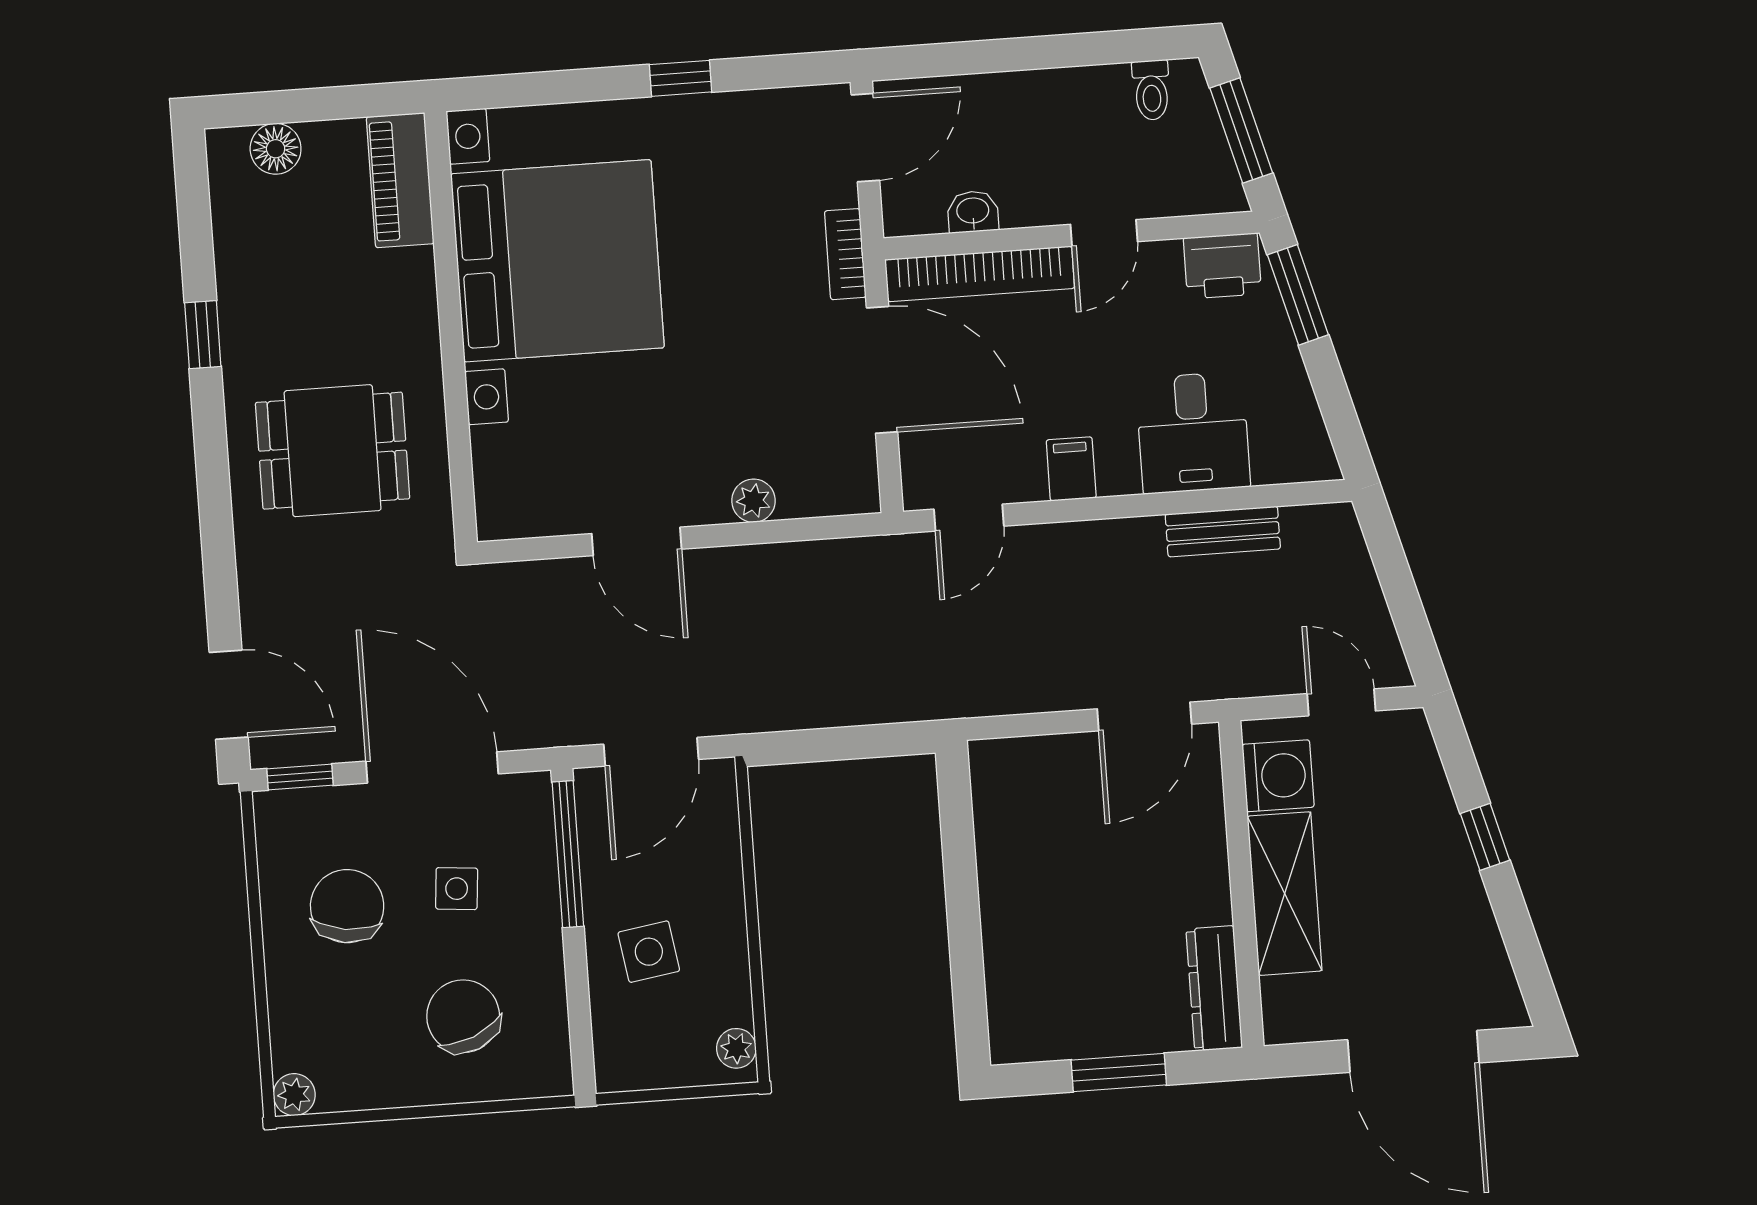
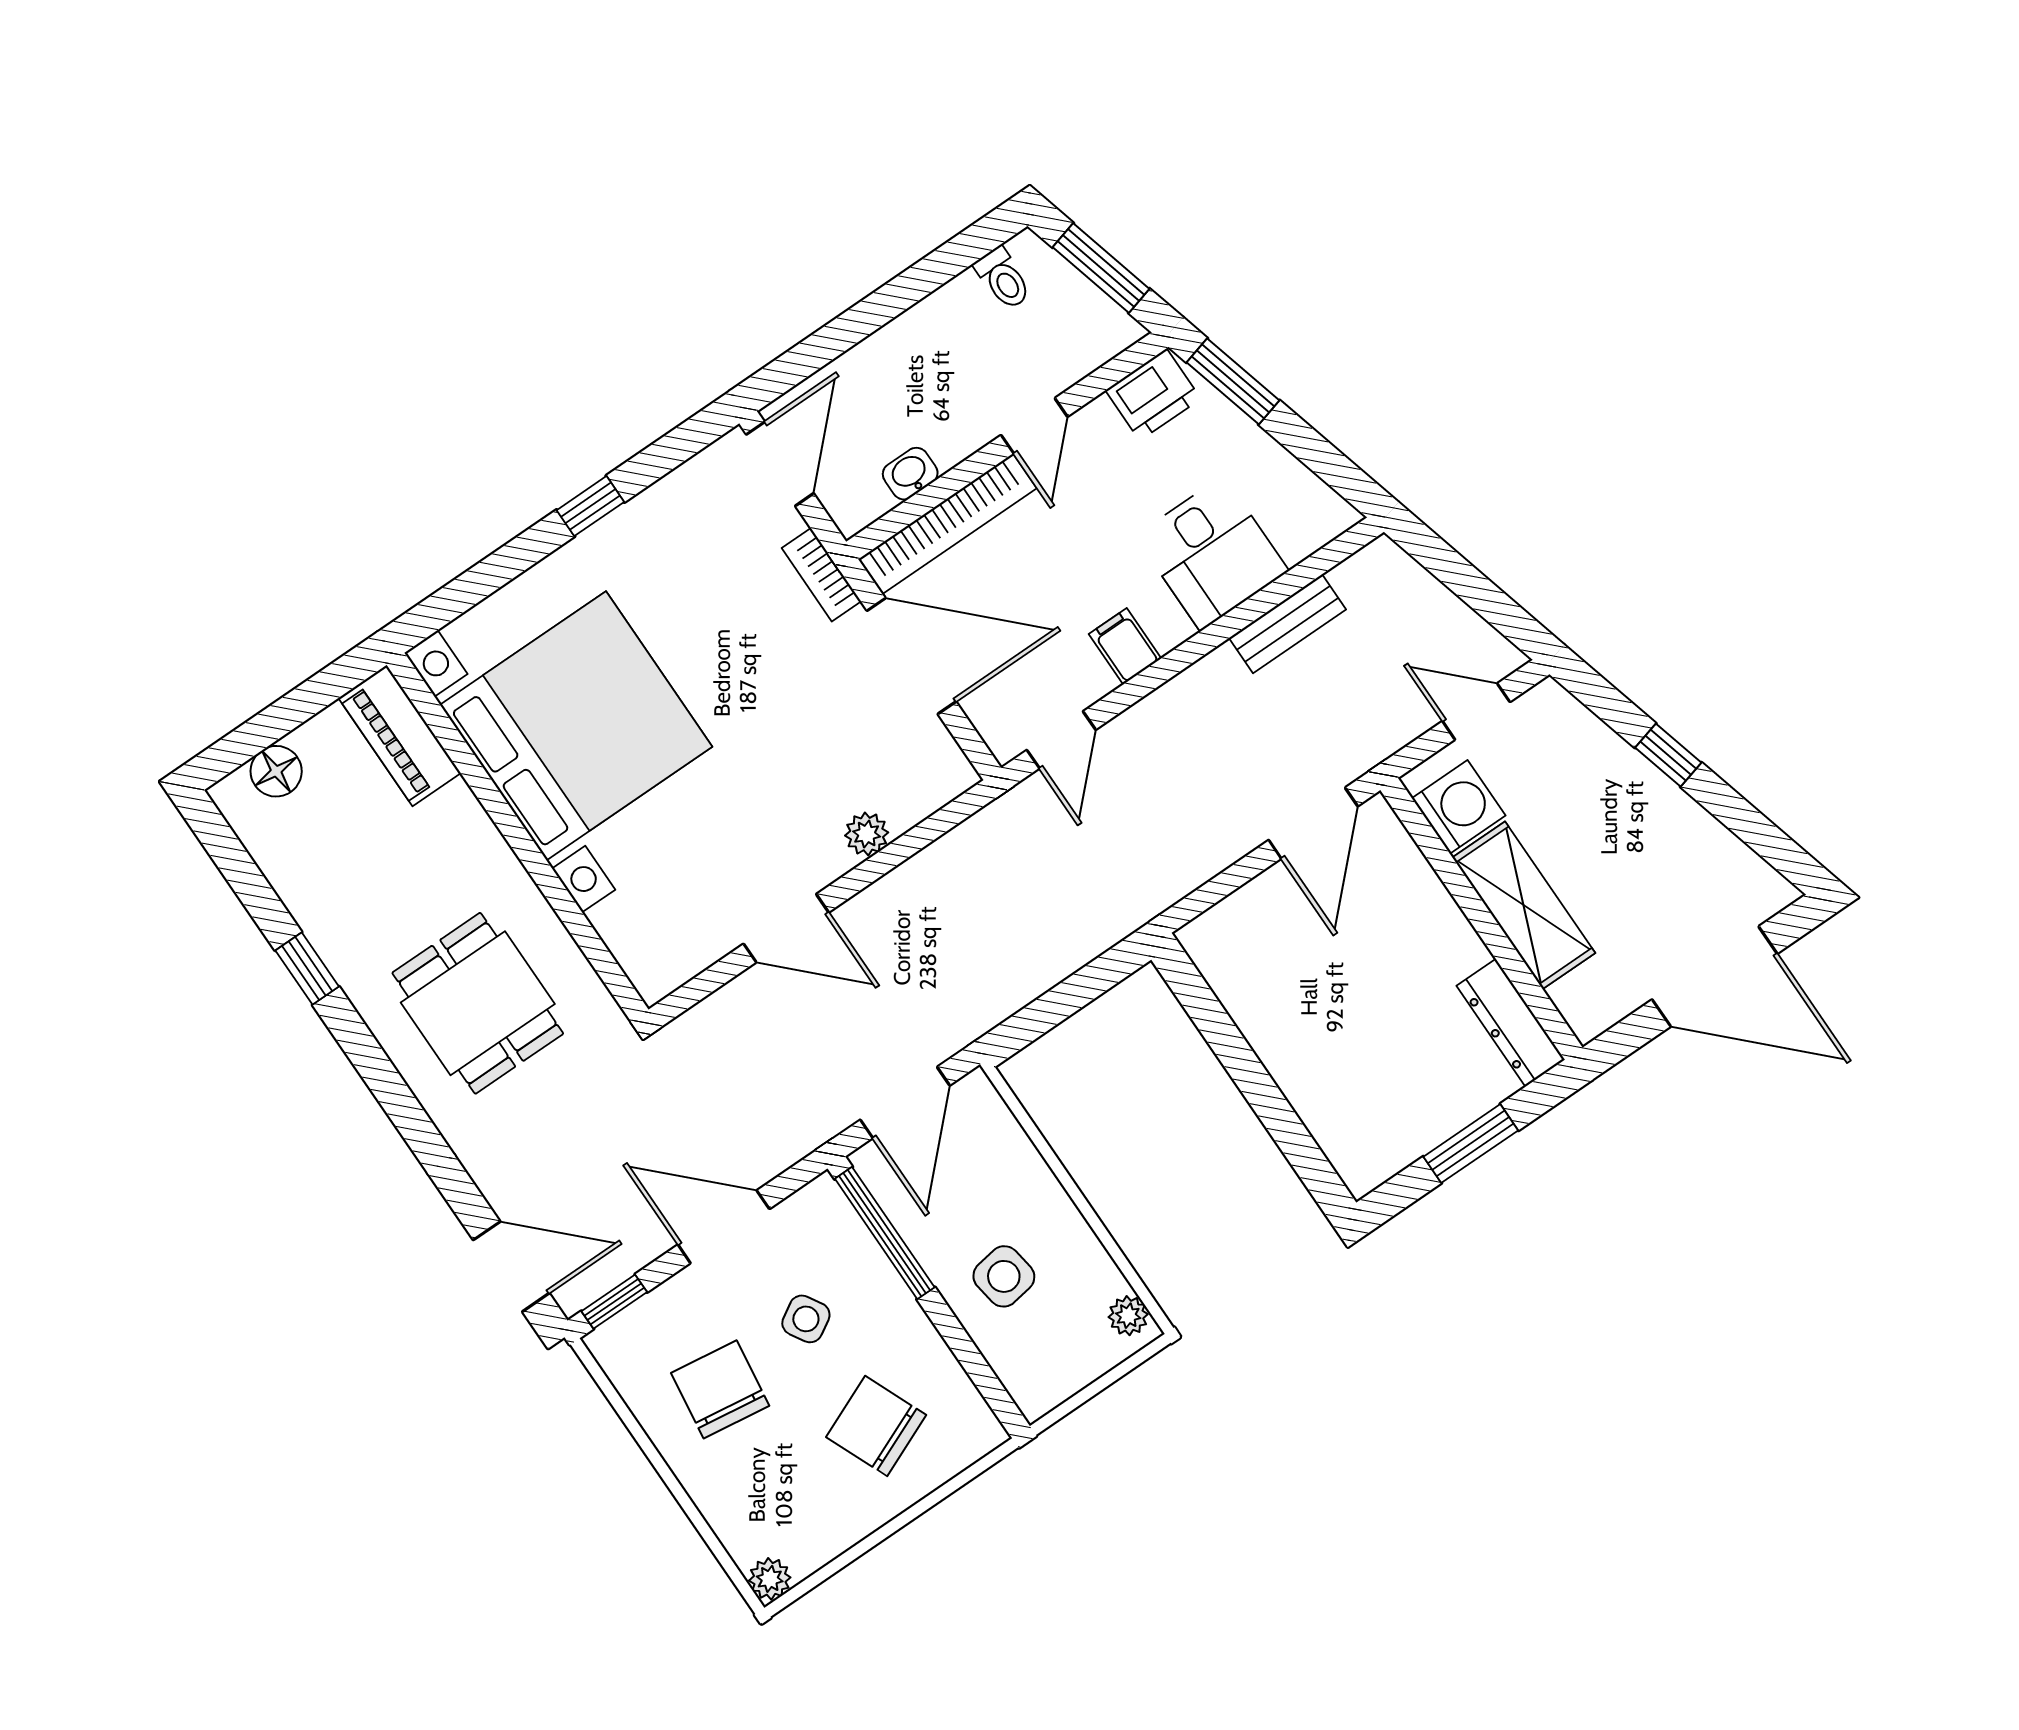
dining table: (333, 451) -> (478, 1003), turned 90
door: (432, 768) -> (724, 1227), width x0.73
side table: (457, 889) -> (806, 1319), turned -36

